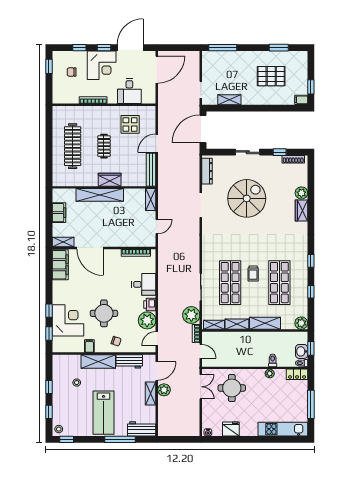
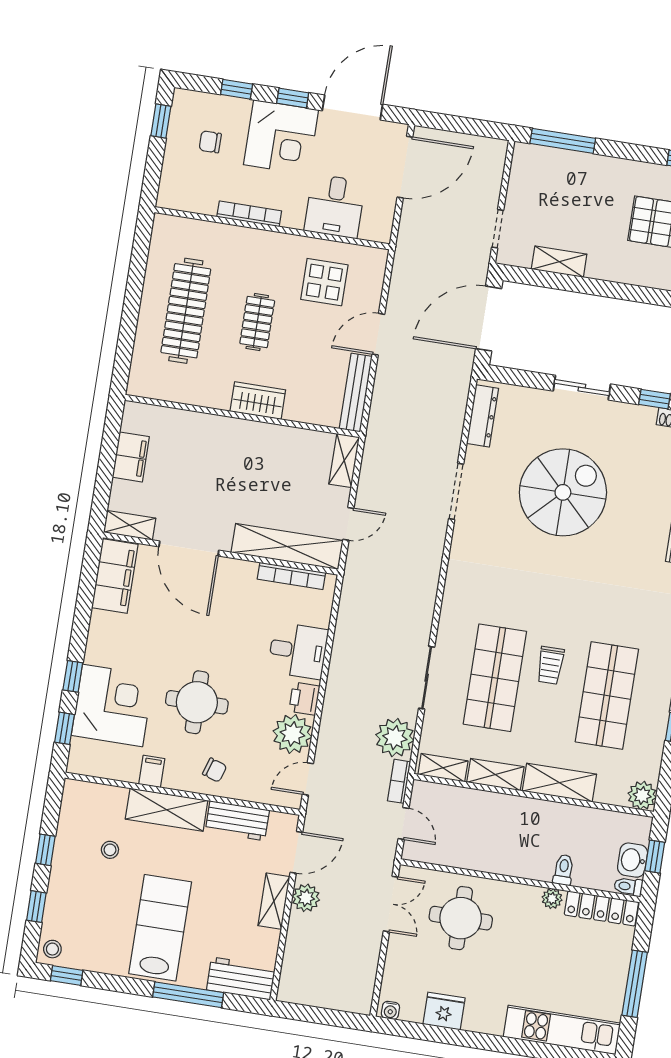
shelving: (100, 195) -> (287, 546), moved
locker: (297, 374) -> (601, 908), width x1.53
lab bench: (104, 413) -> (160, 928), turned 180

